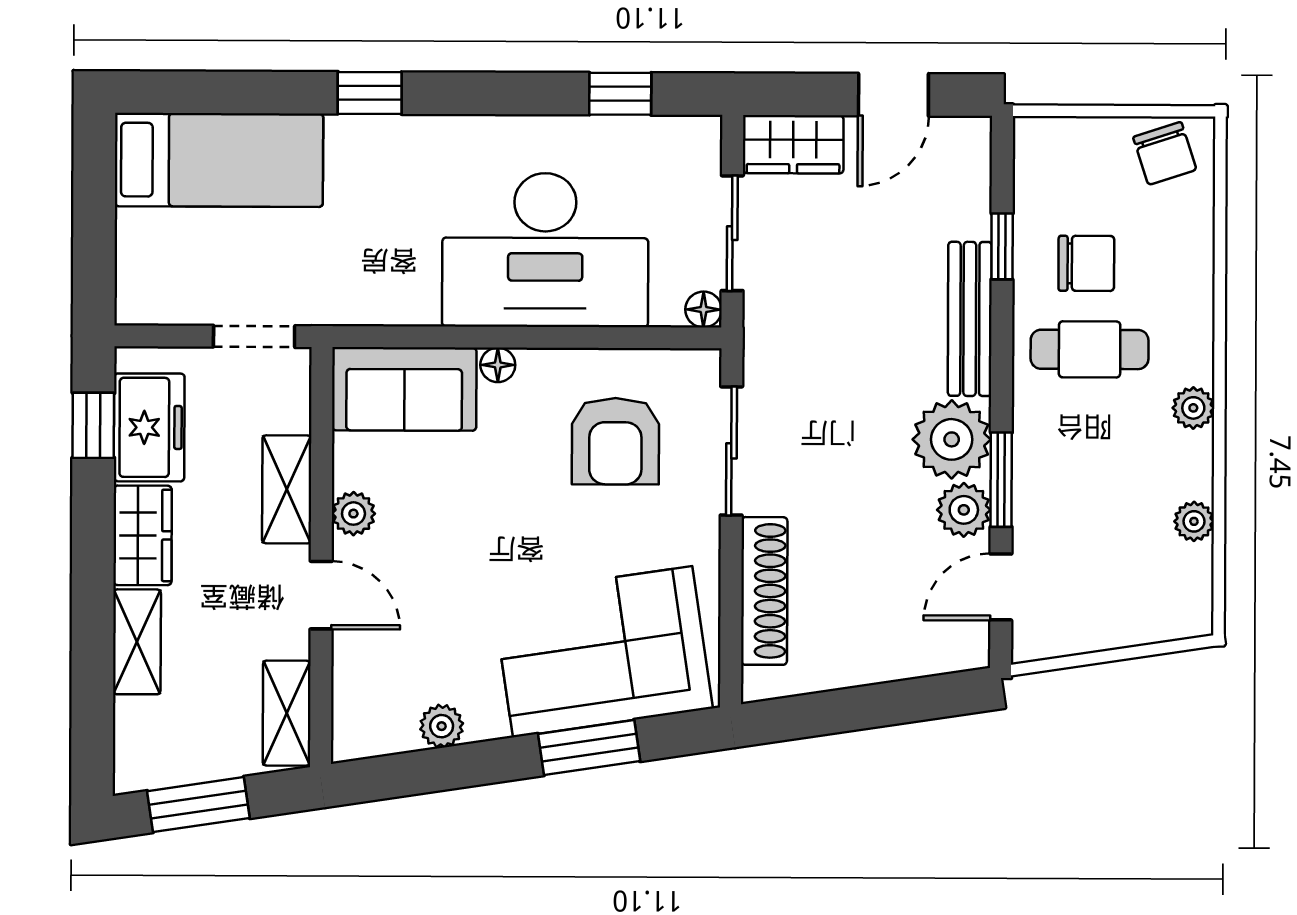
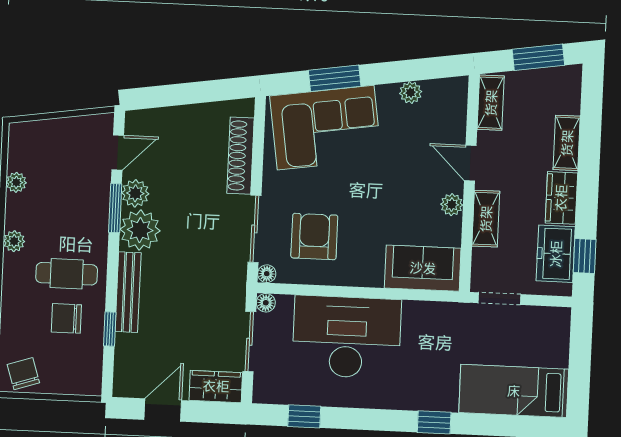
floor lamp: (498, 365) -> (267, 274), moved

